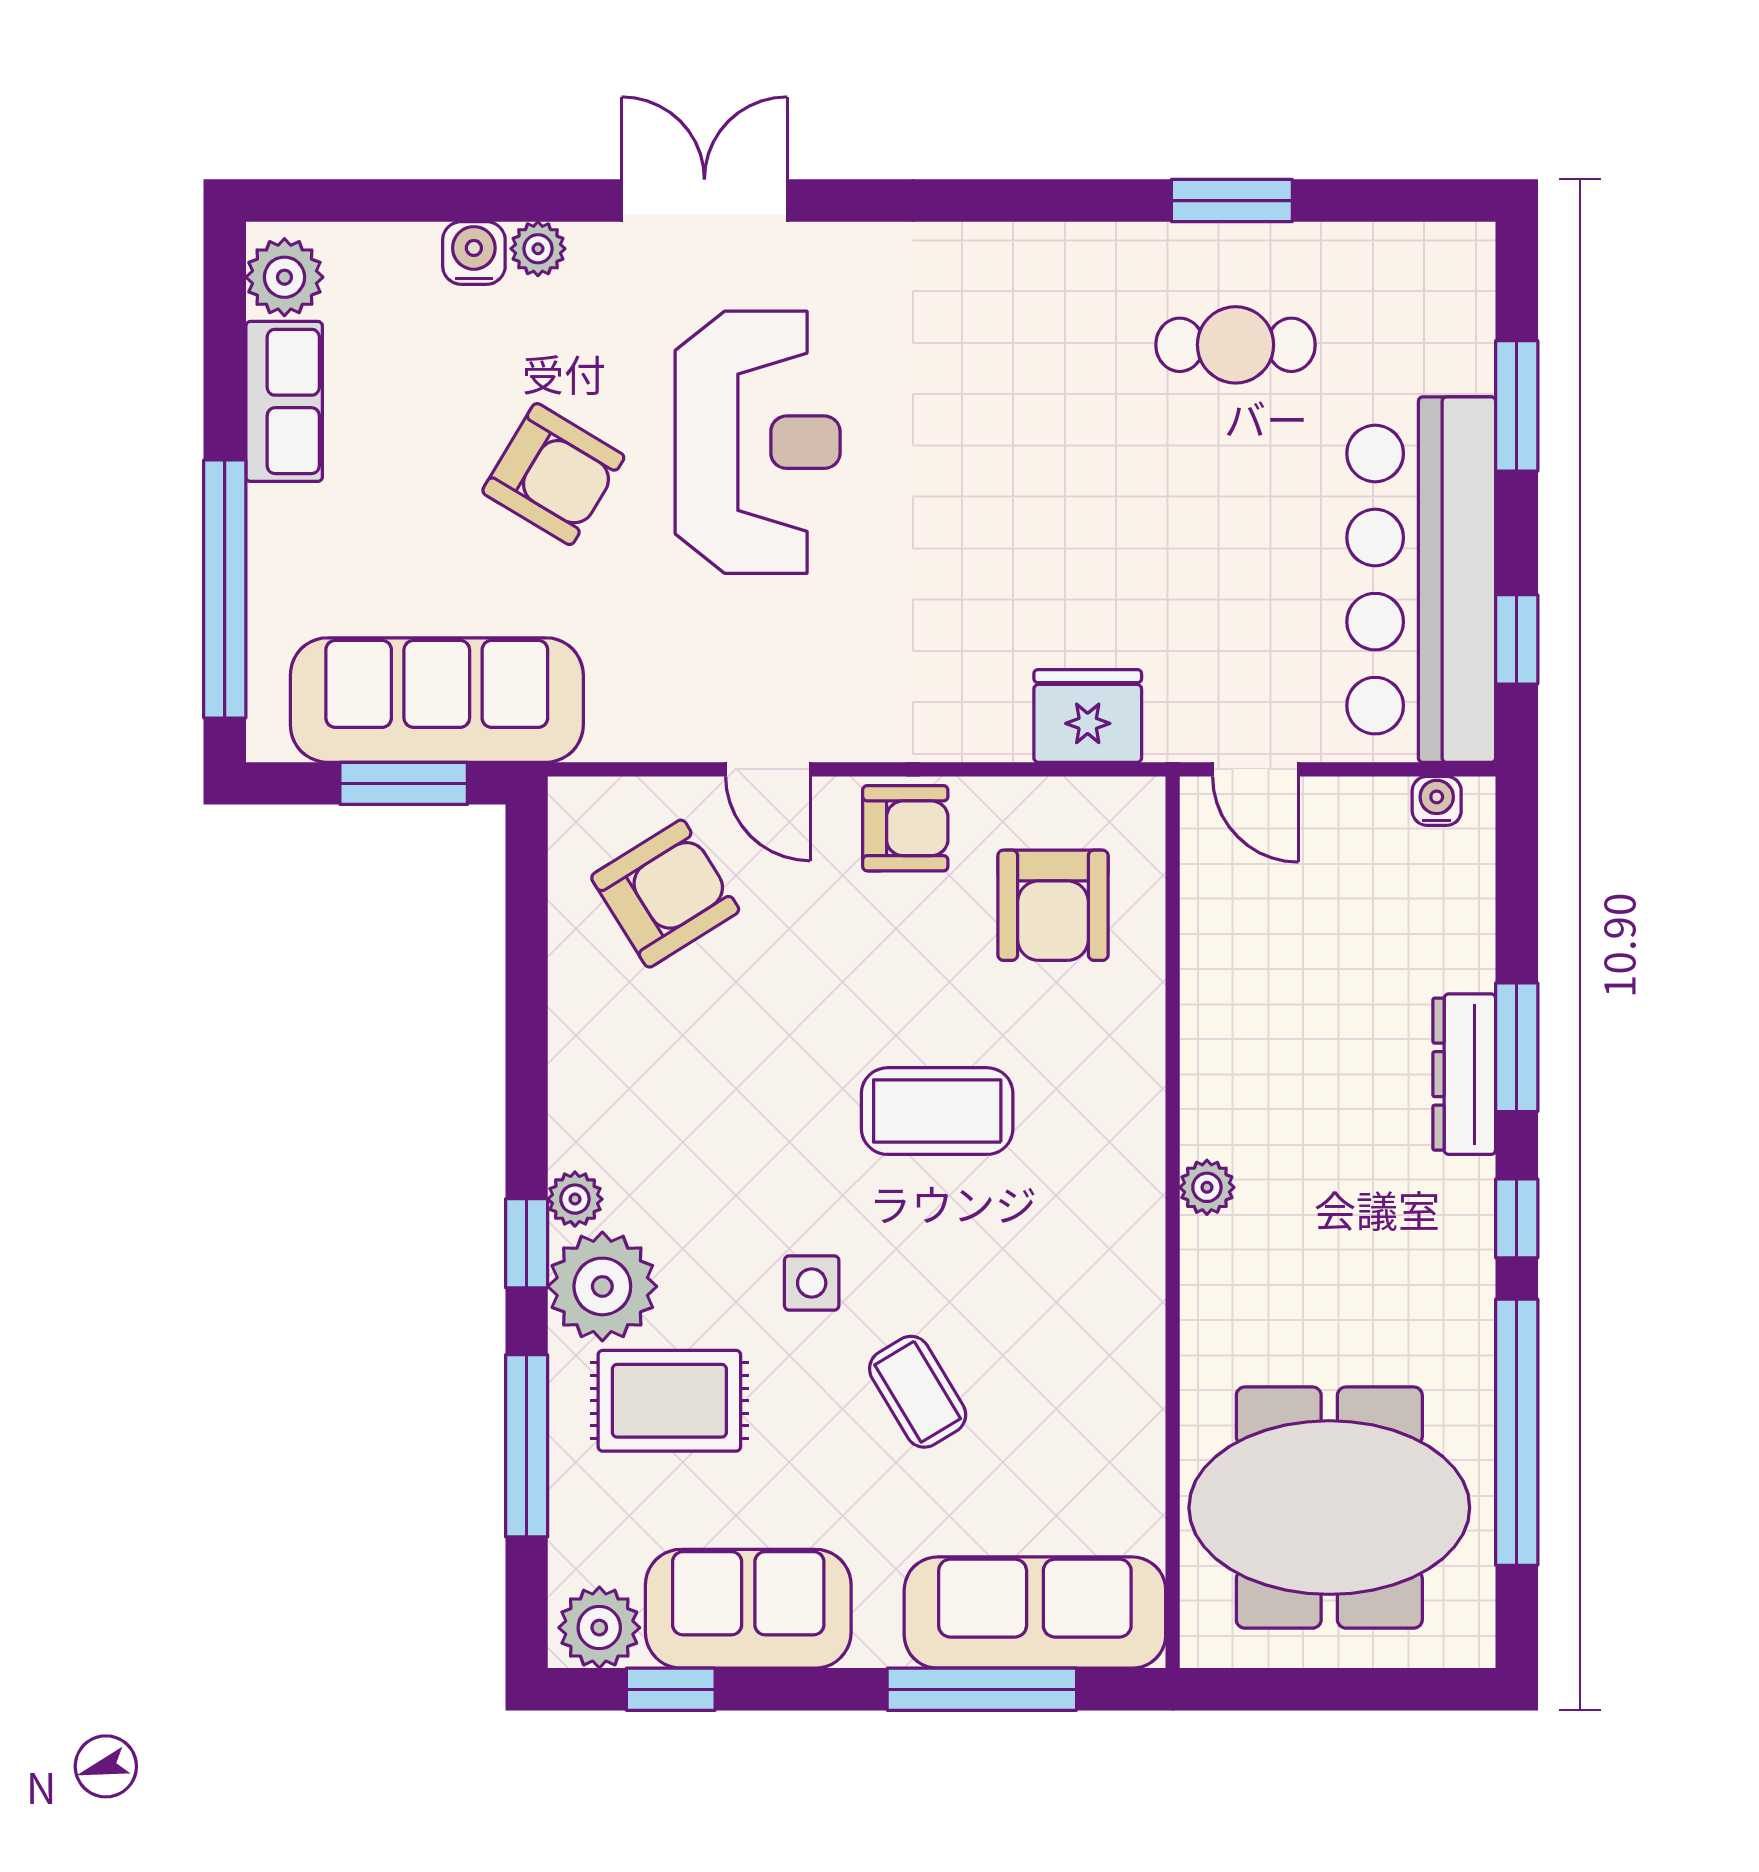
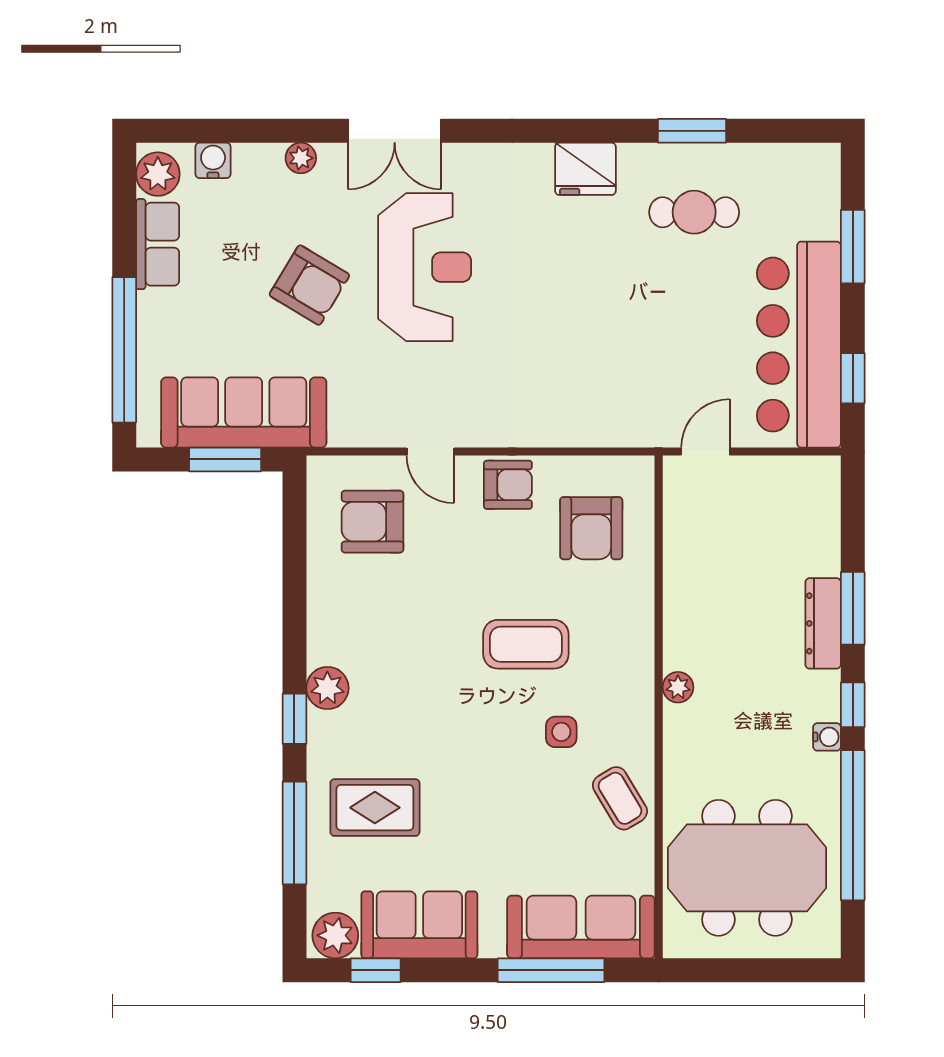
double door: (704, 201) -> (395, 131), swing flipped
water cooler: (474, 253) -> (213, 160), moved
fridge: (1088, 716) -> (585, 169), moved, turned 180
door: (1256, 769) -> (705, 452), swing flipped
water cooler: (1437, 801) -> (827, 737), moved, turned 90
armchair: (665, 894) -> (373, 522), turned -148
plant: (575, 1199) -> (327, 688), width x1.38, depth x1.38
side table: (812, 1283) -> (561, 732), moved
plant: (602, 1286) -> (337, 743), removed
coffee table: (918, 1392) -> (620, 798), moved

